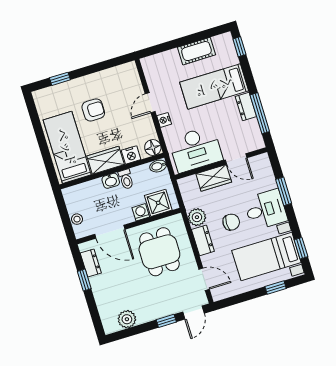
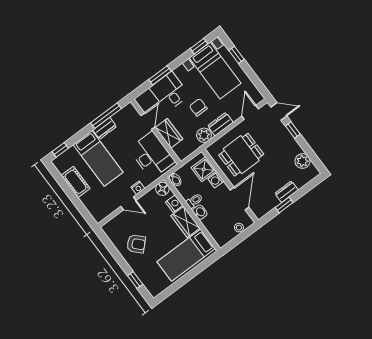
armchair: (93, 110) -> (136, 244), moved, turned 136
desk: (266, 210) -> (169, 92), moved
dresser: (91, 263) -> (287, 192), moved

